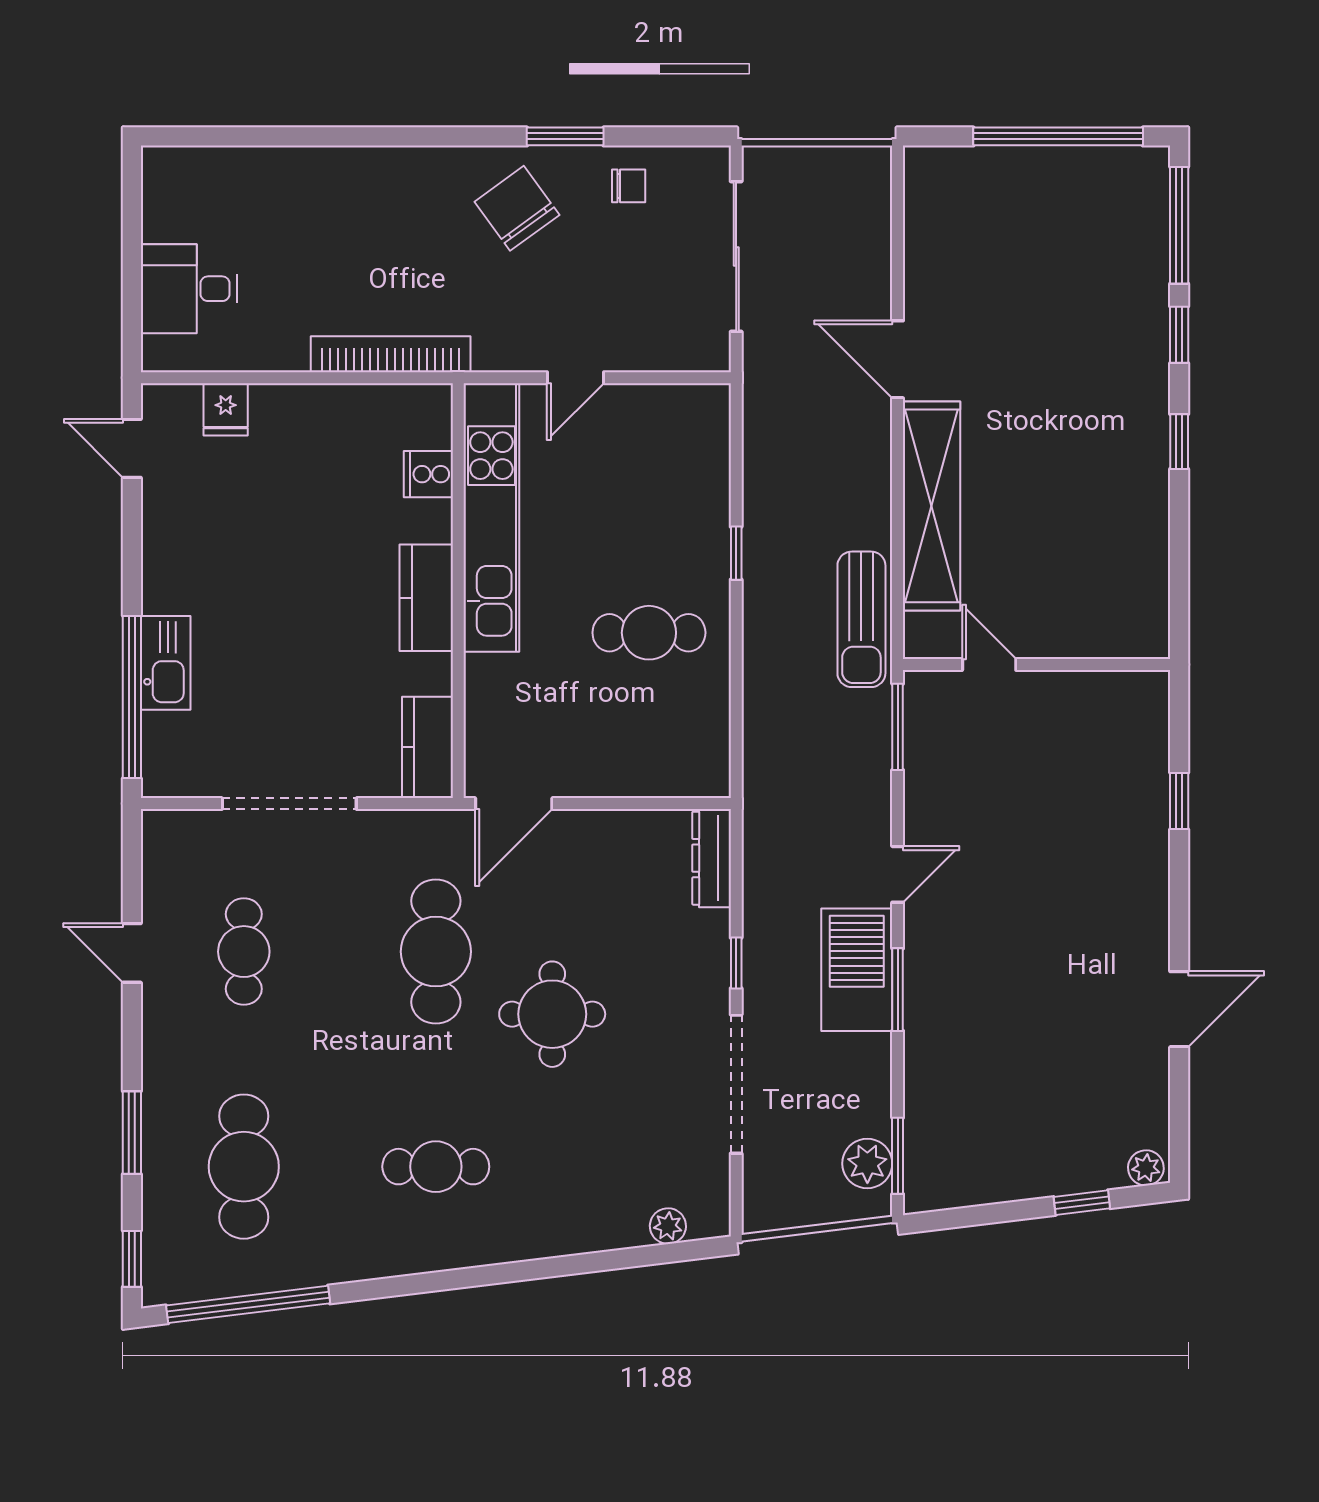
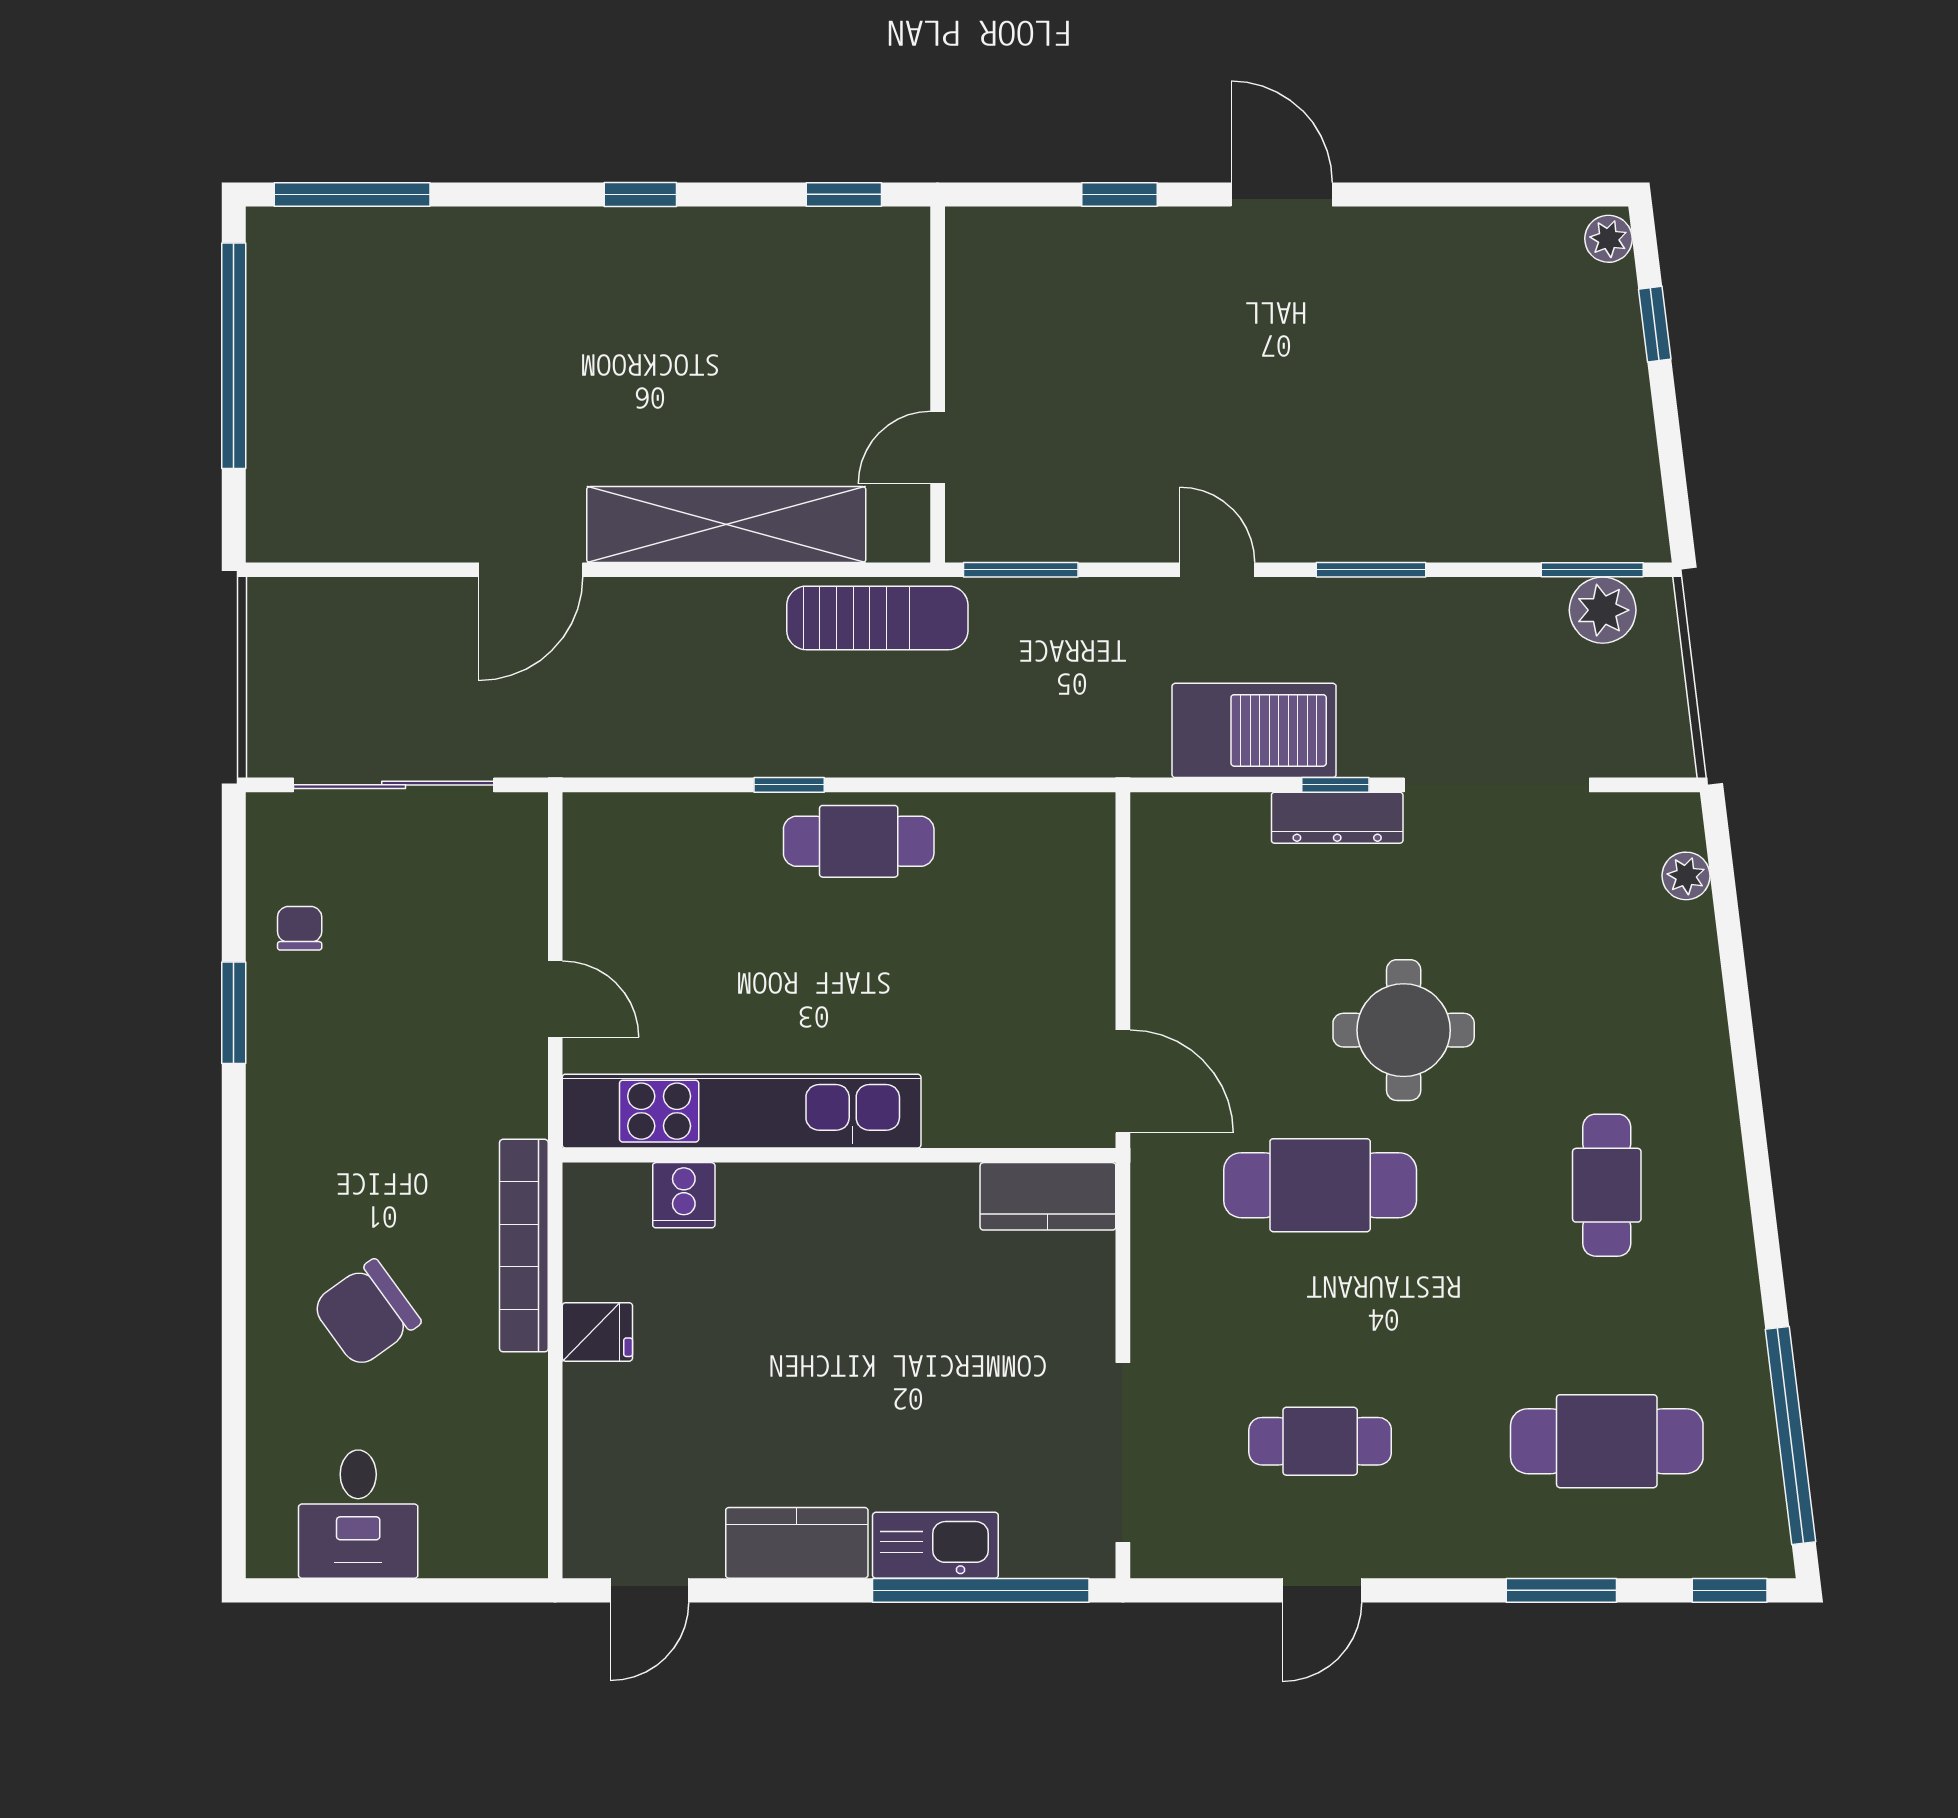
chair: (517, 208) -> (366, 1313), moved
desk: (189, 289) -> (358, 1514), moved
window: (1179, 335) -> (844, 194), moved
fridge: (226, 409) -> (597, 1332), moved
kitchen counter: (426, 598) -> (797, 1543), moved, turned 180
cafe table: (649, 633) -> (859, 841), moved, turned 90
doorway: (289, 804) -> (1123, 1453), moved
dresser: (712, 858) -> (1337, 818), moved
barbecue: (857, 970) -> (1254, 730), moved, turned 180
door: (1179, 1009) -> (1282, 194), moved

